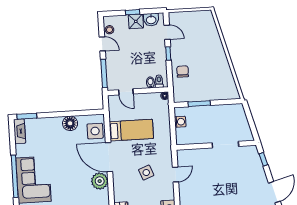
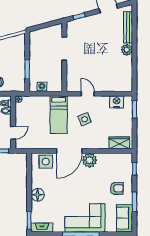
floor lamp: (70, 123) -> (38, 195), moved
bed: (131, 130) -> (59, 115), moved, turned 180

